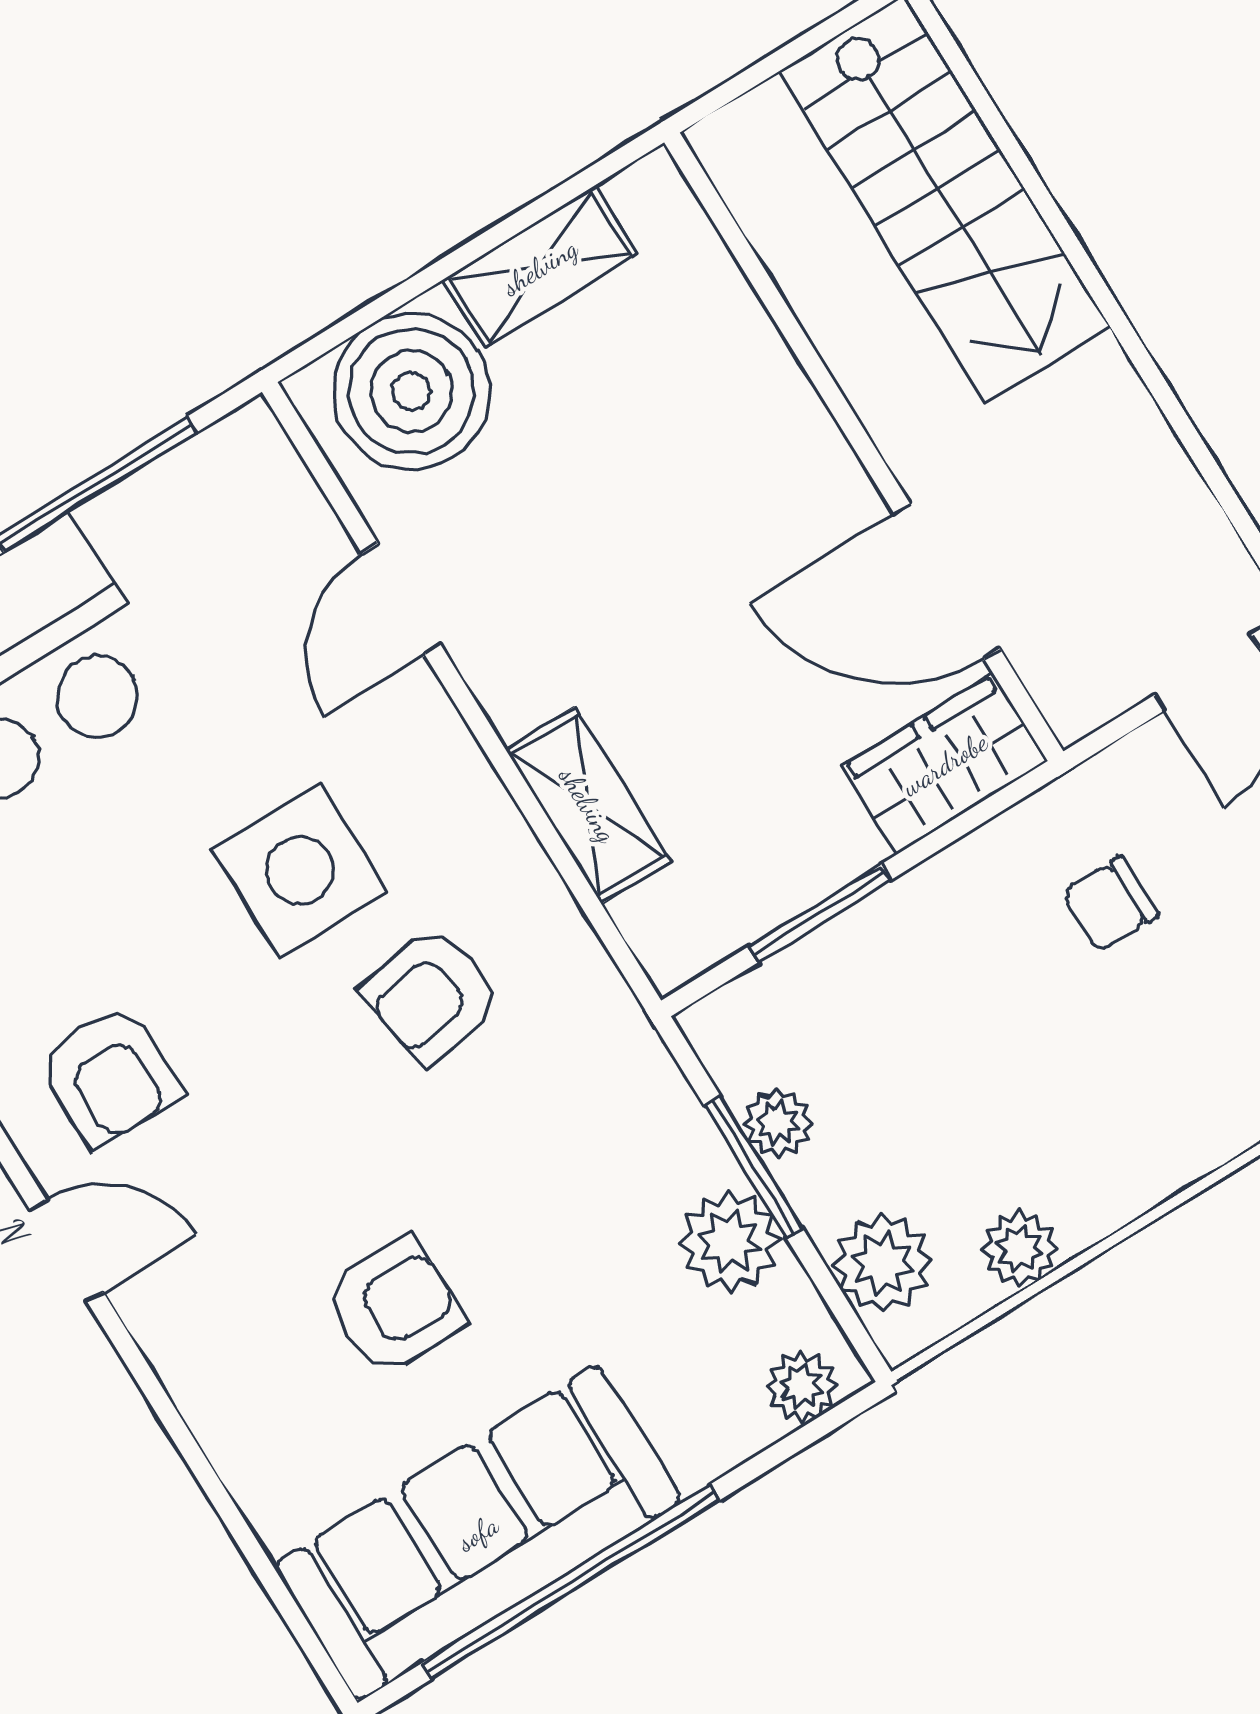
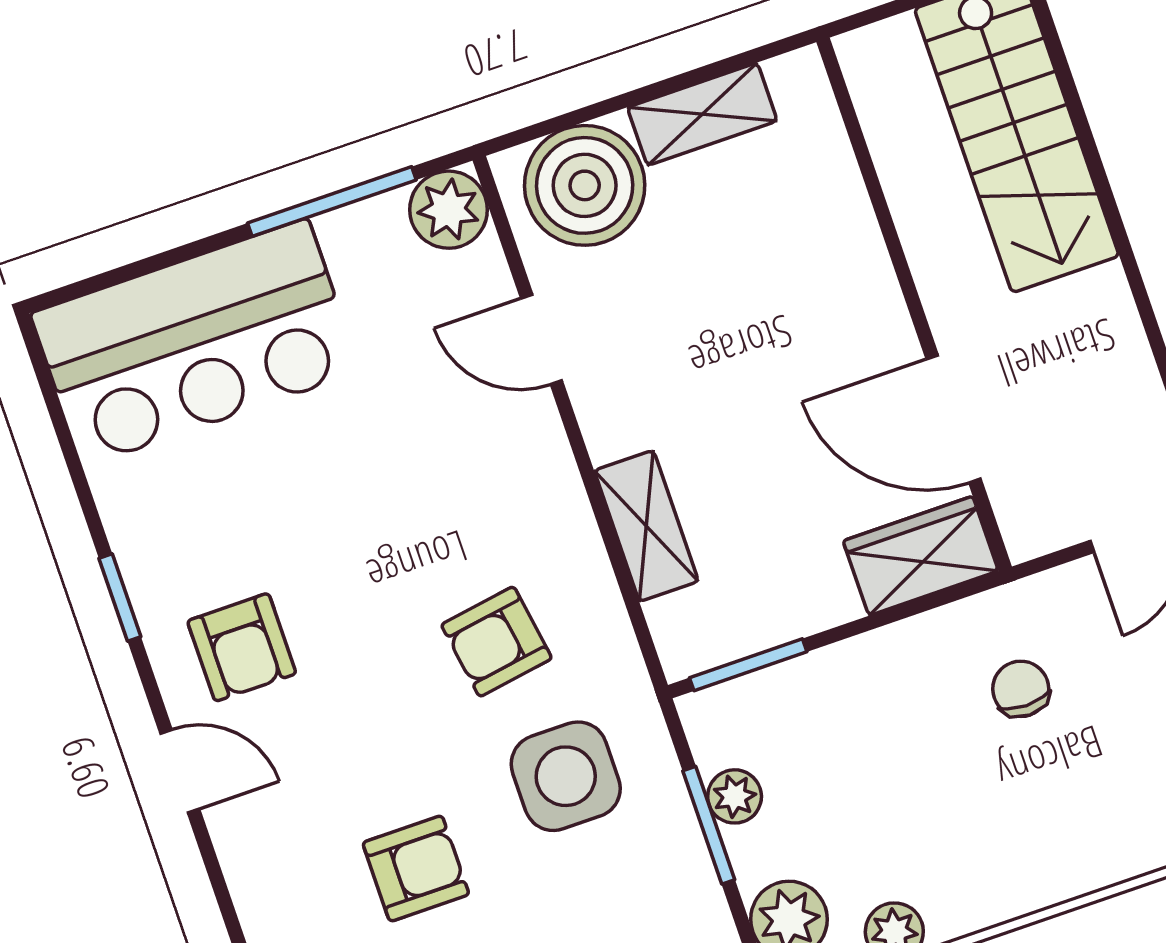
door: (401, 599) -> (542, 340), hinge flipped
side table: (300, 871) -> (566, 776), moved
chair: (1110, 904) -> (1021, 689), turned 90
window: (820, 913) -> (748, 665), moved
plant: (730, 1242) -> (449, 210), moved

